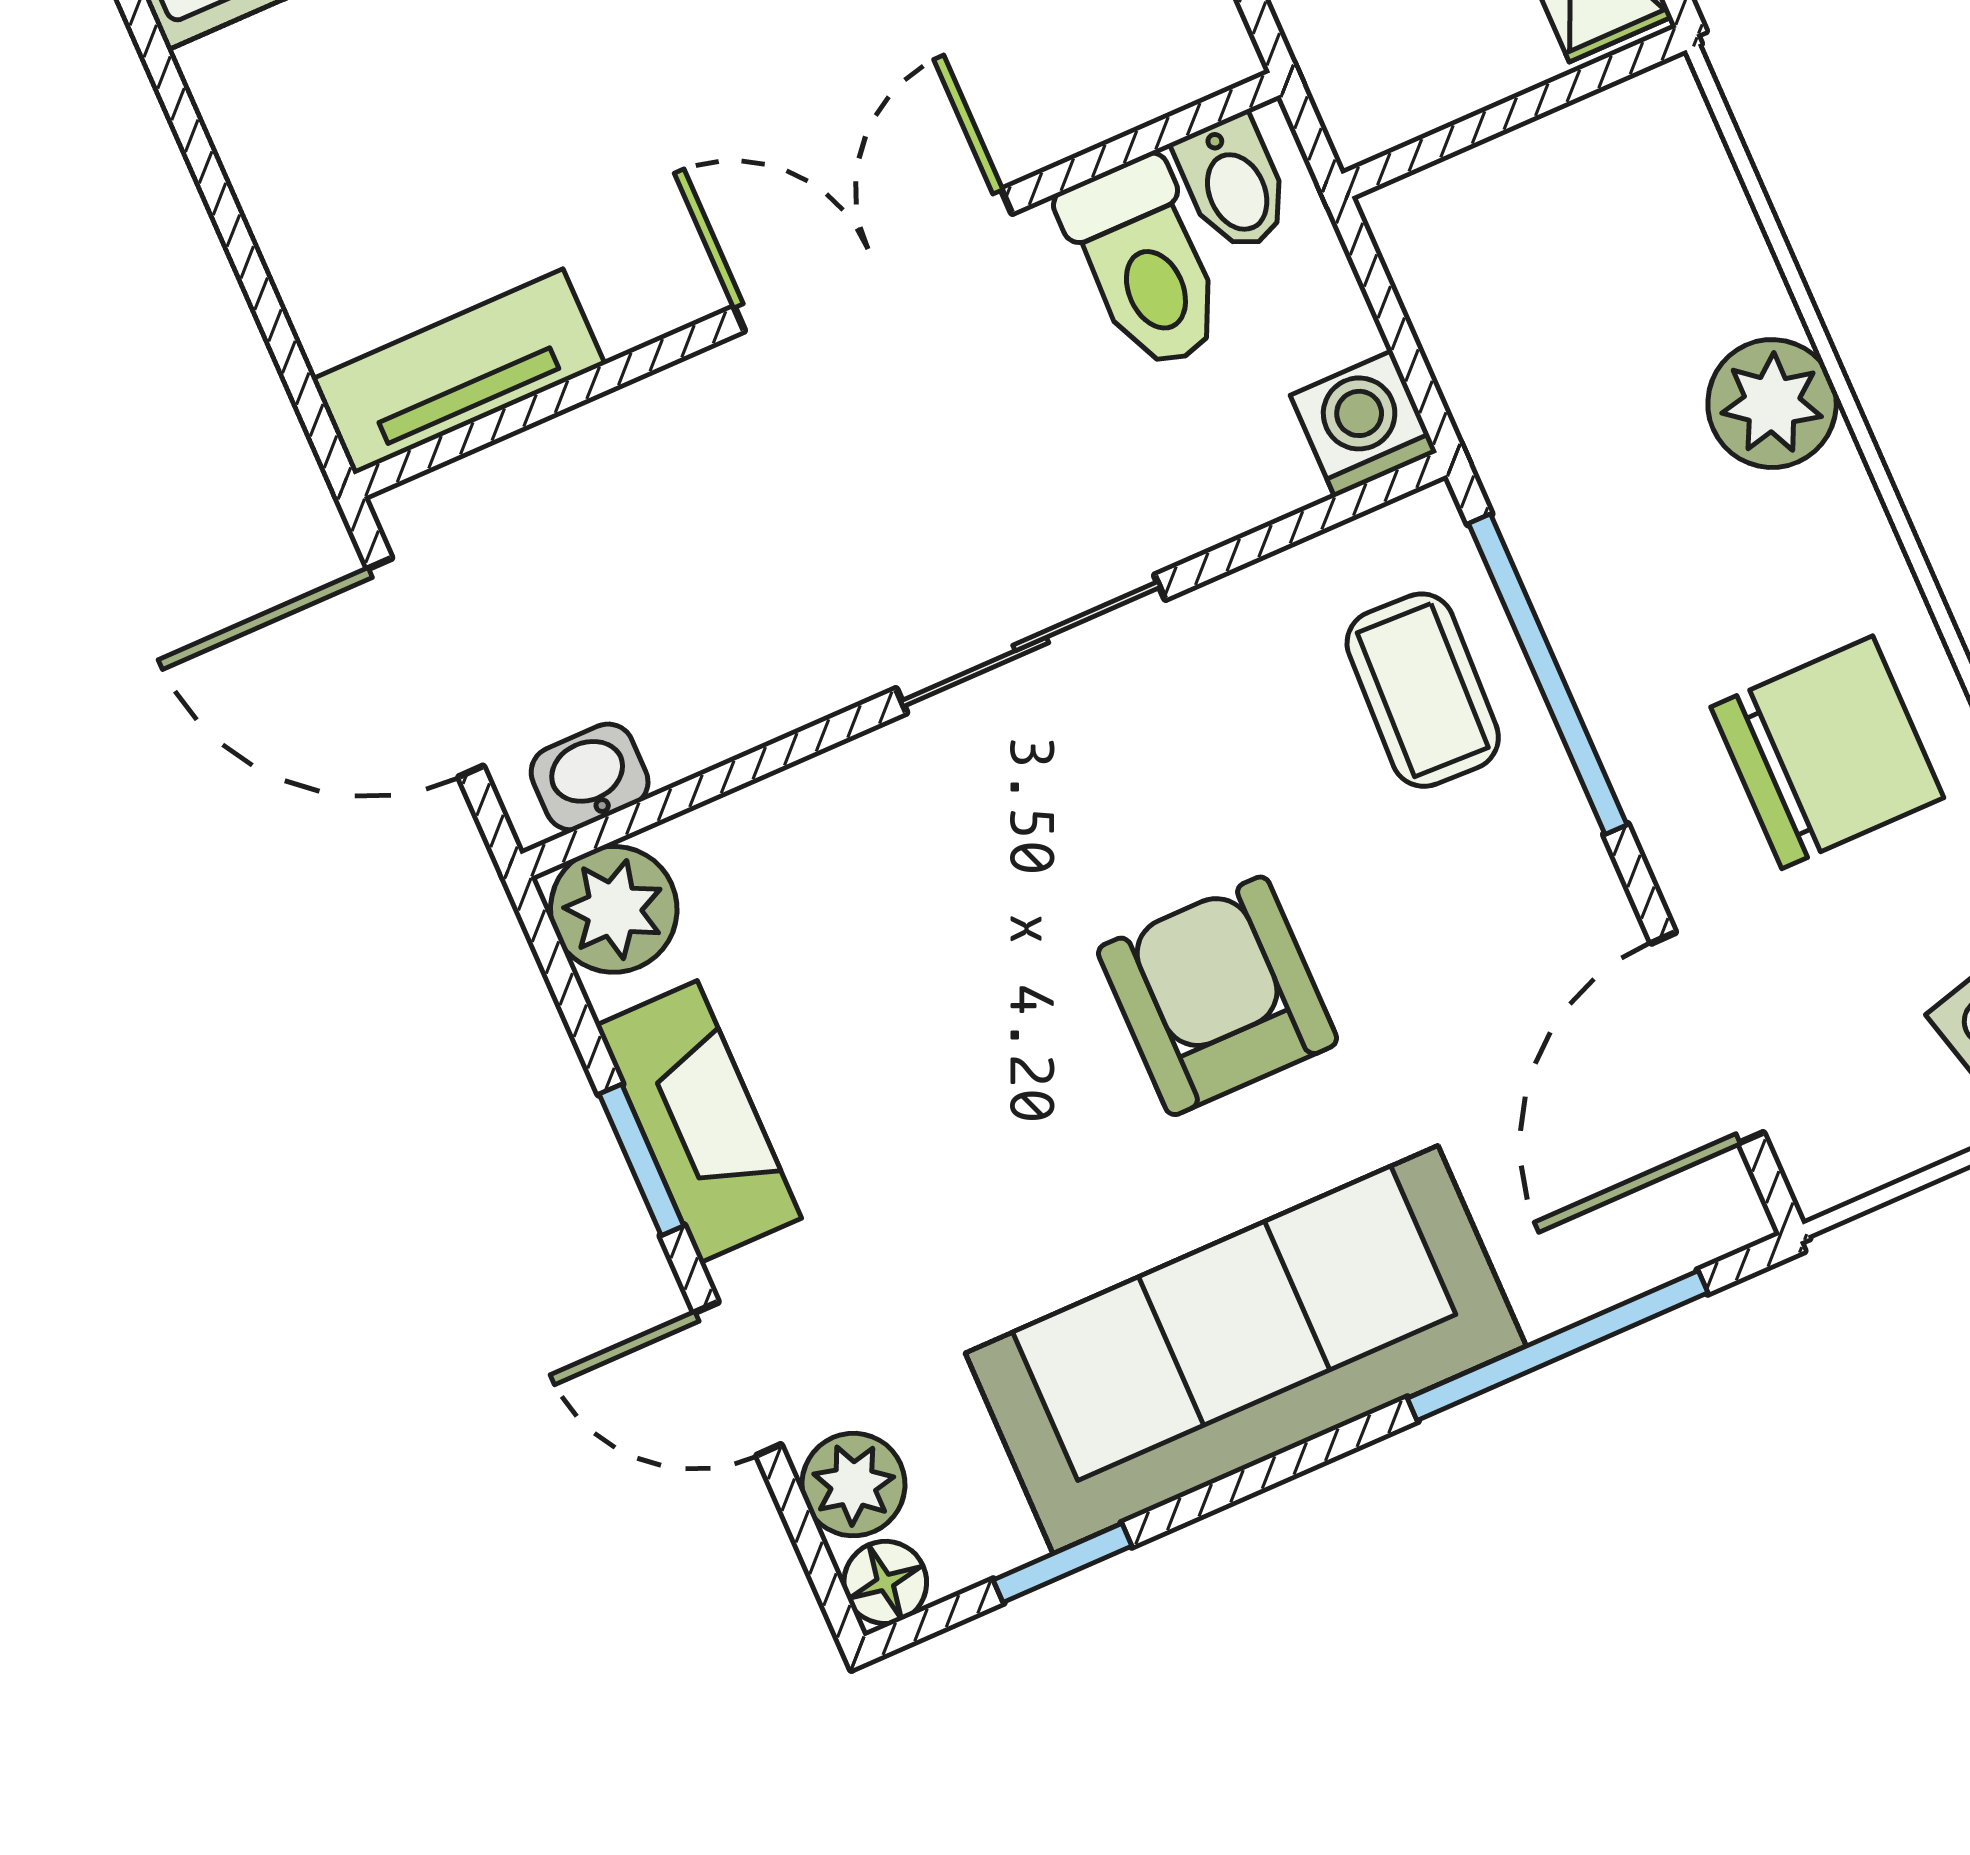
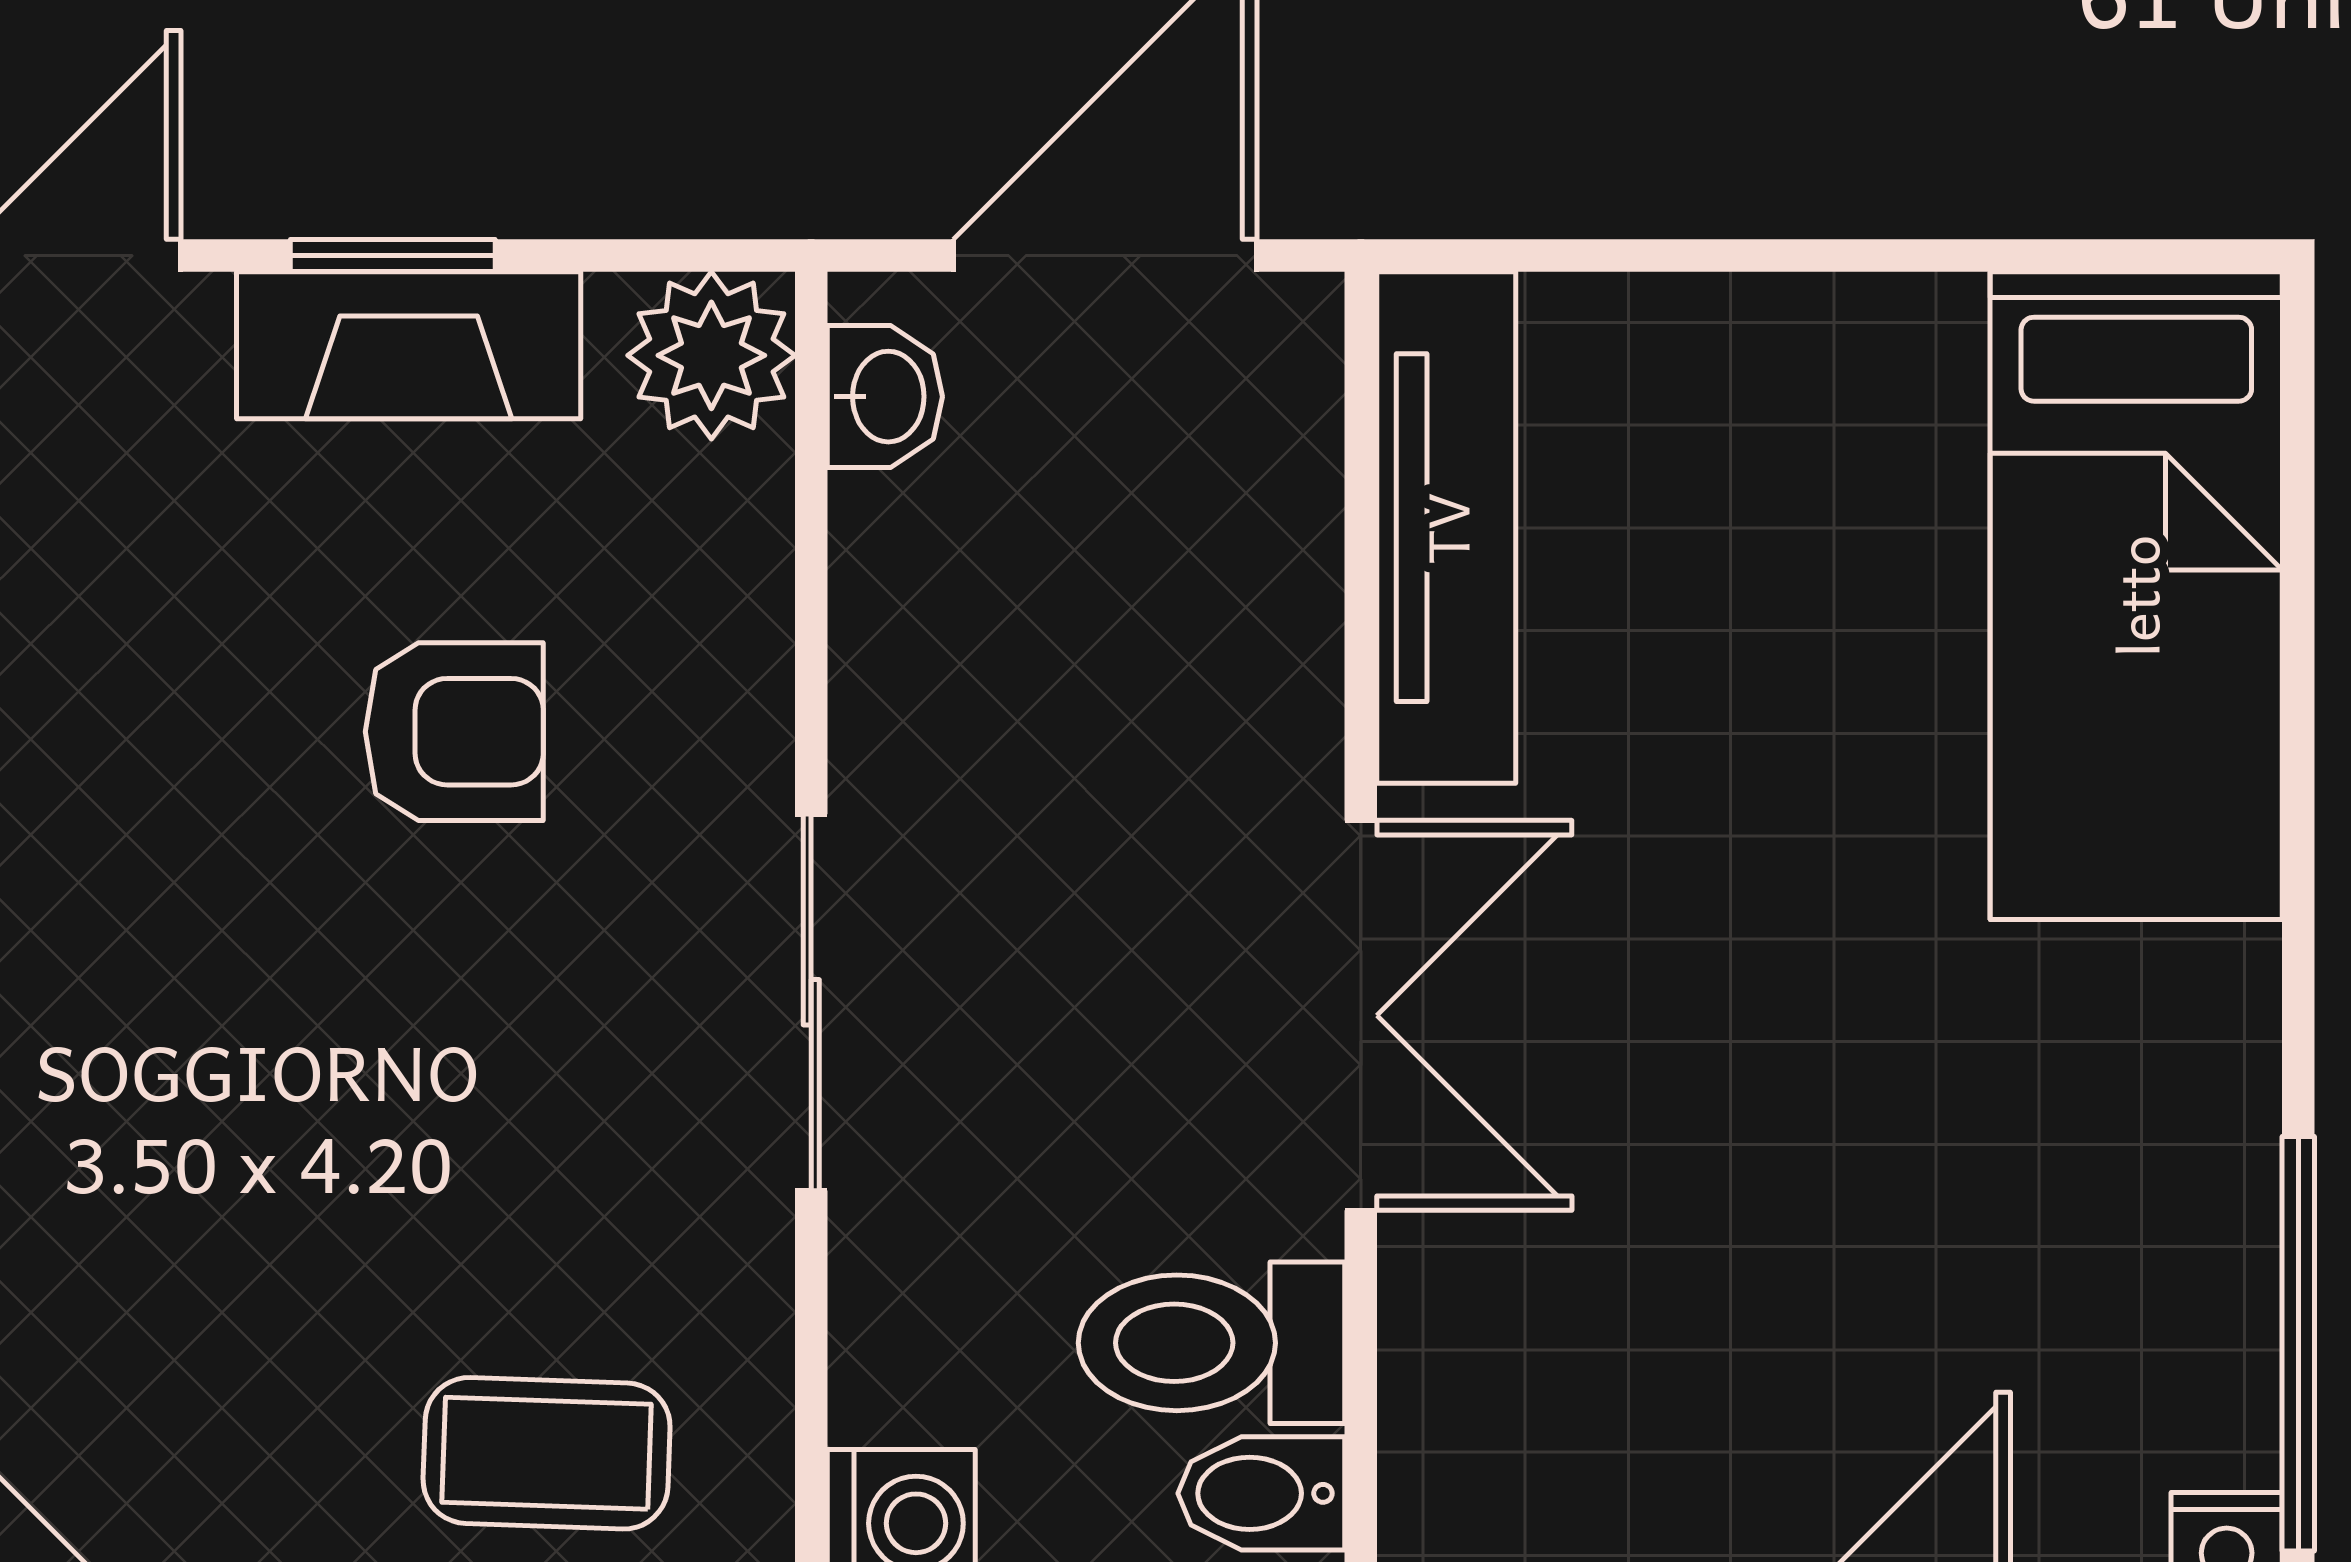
tv unit: (458, 372) -> (1446, 528), width x1.41
armchair: (1217, 996) -> (454, 732), moved, width x0.72, depth x0.72

